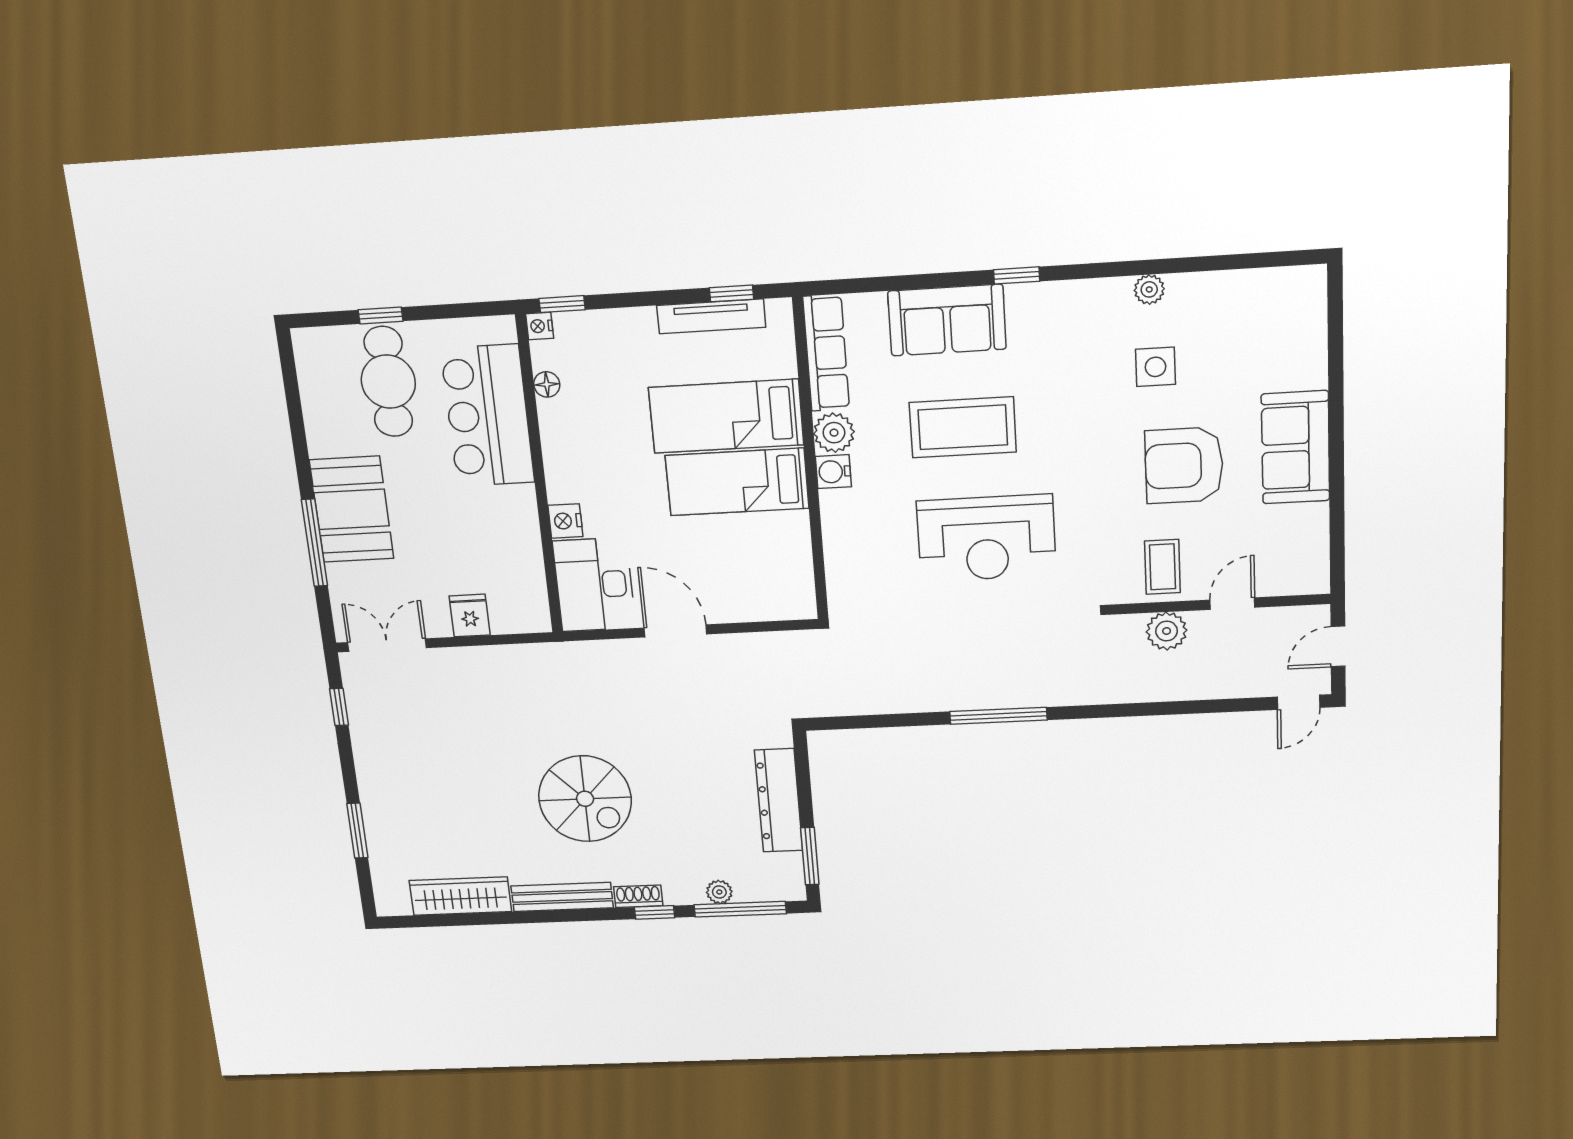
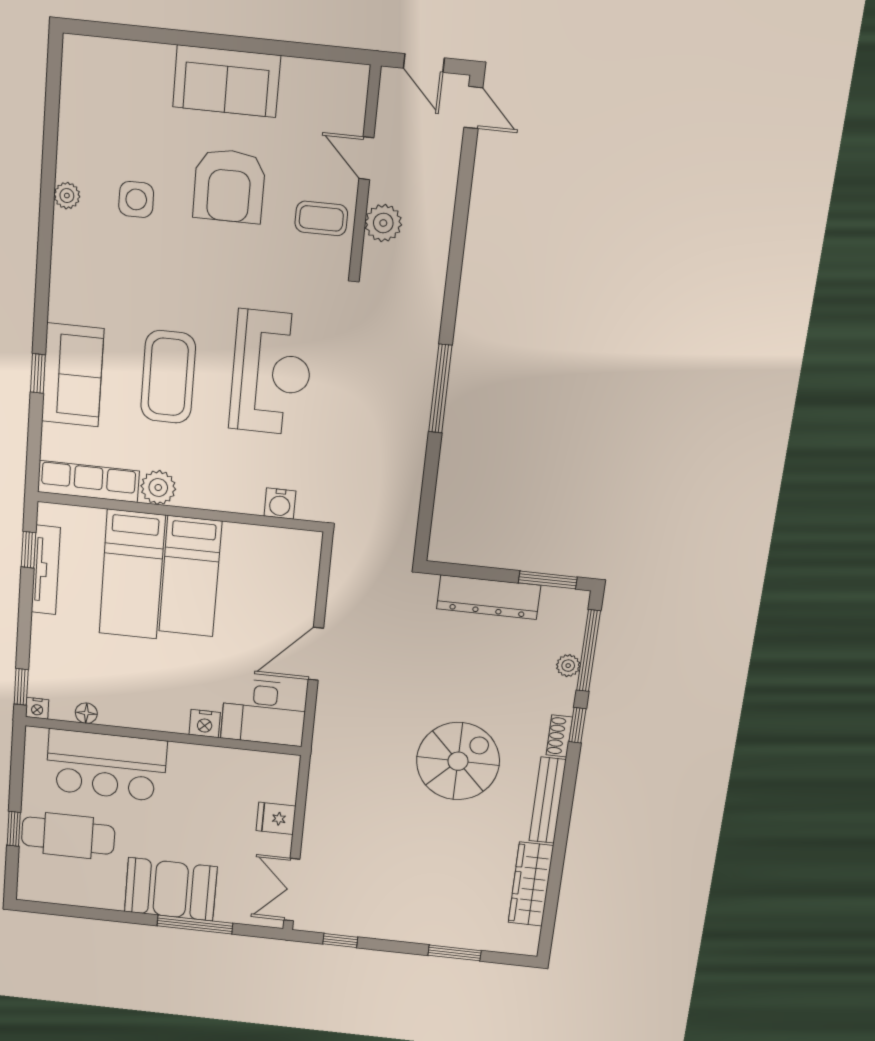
window: (1017, 275) -> (38, 373), moved
water cooler: (833, 472) -> (280, 504), moved

